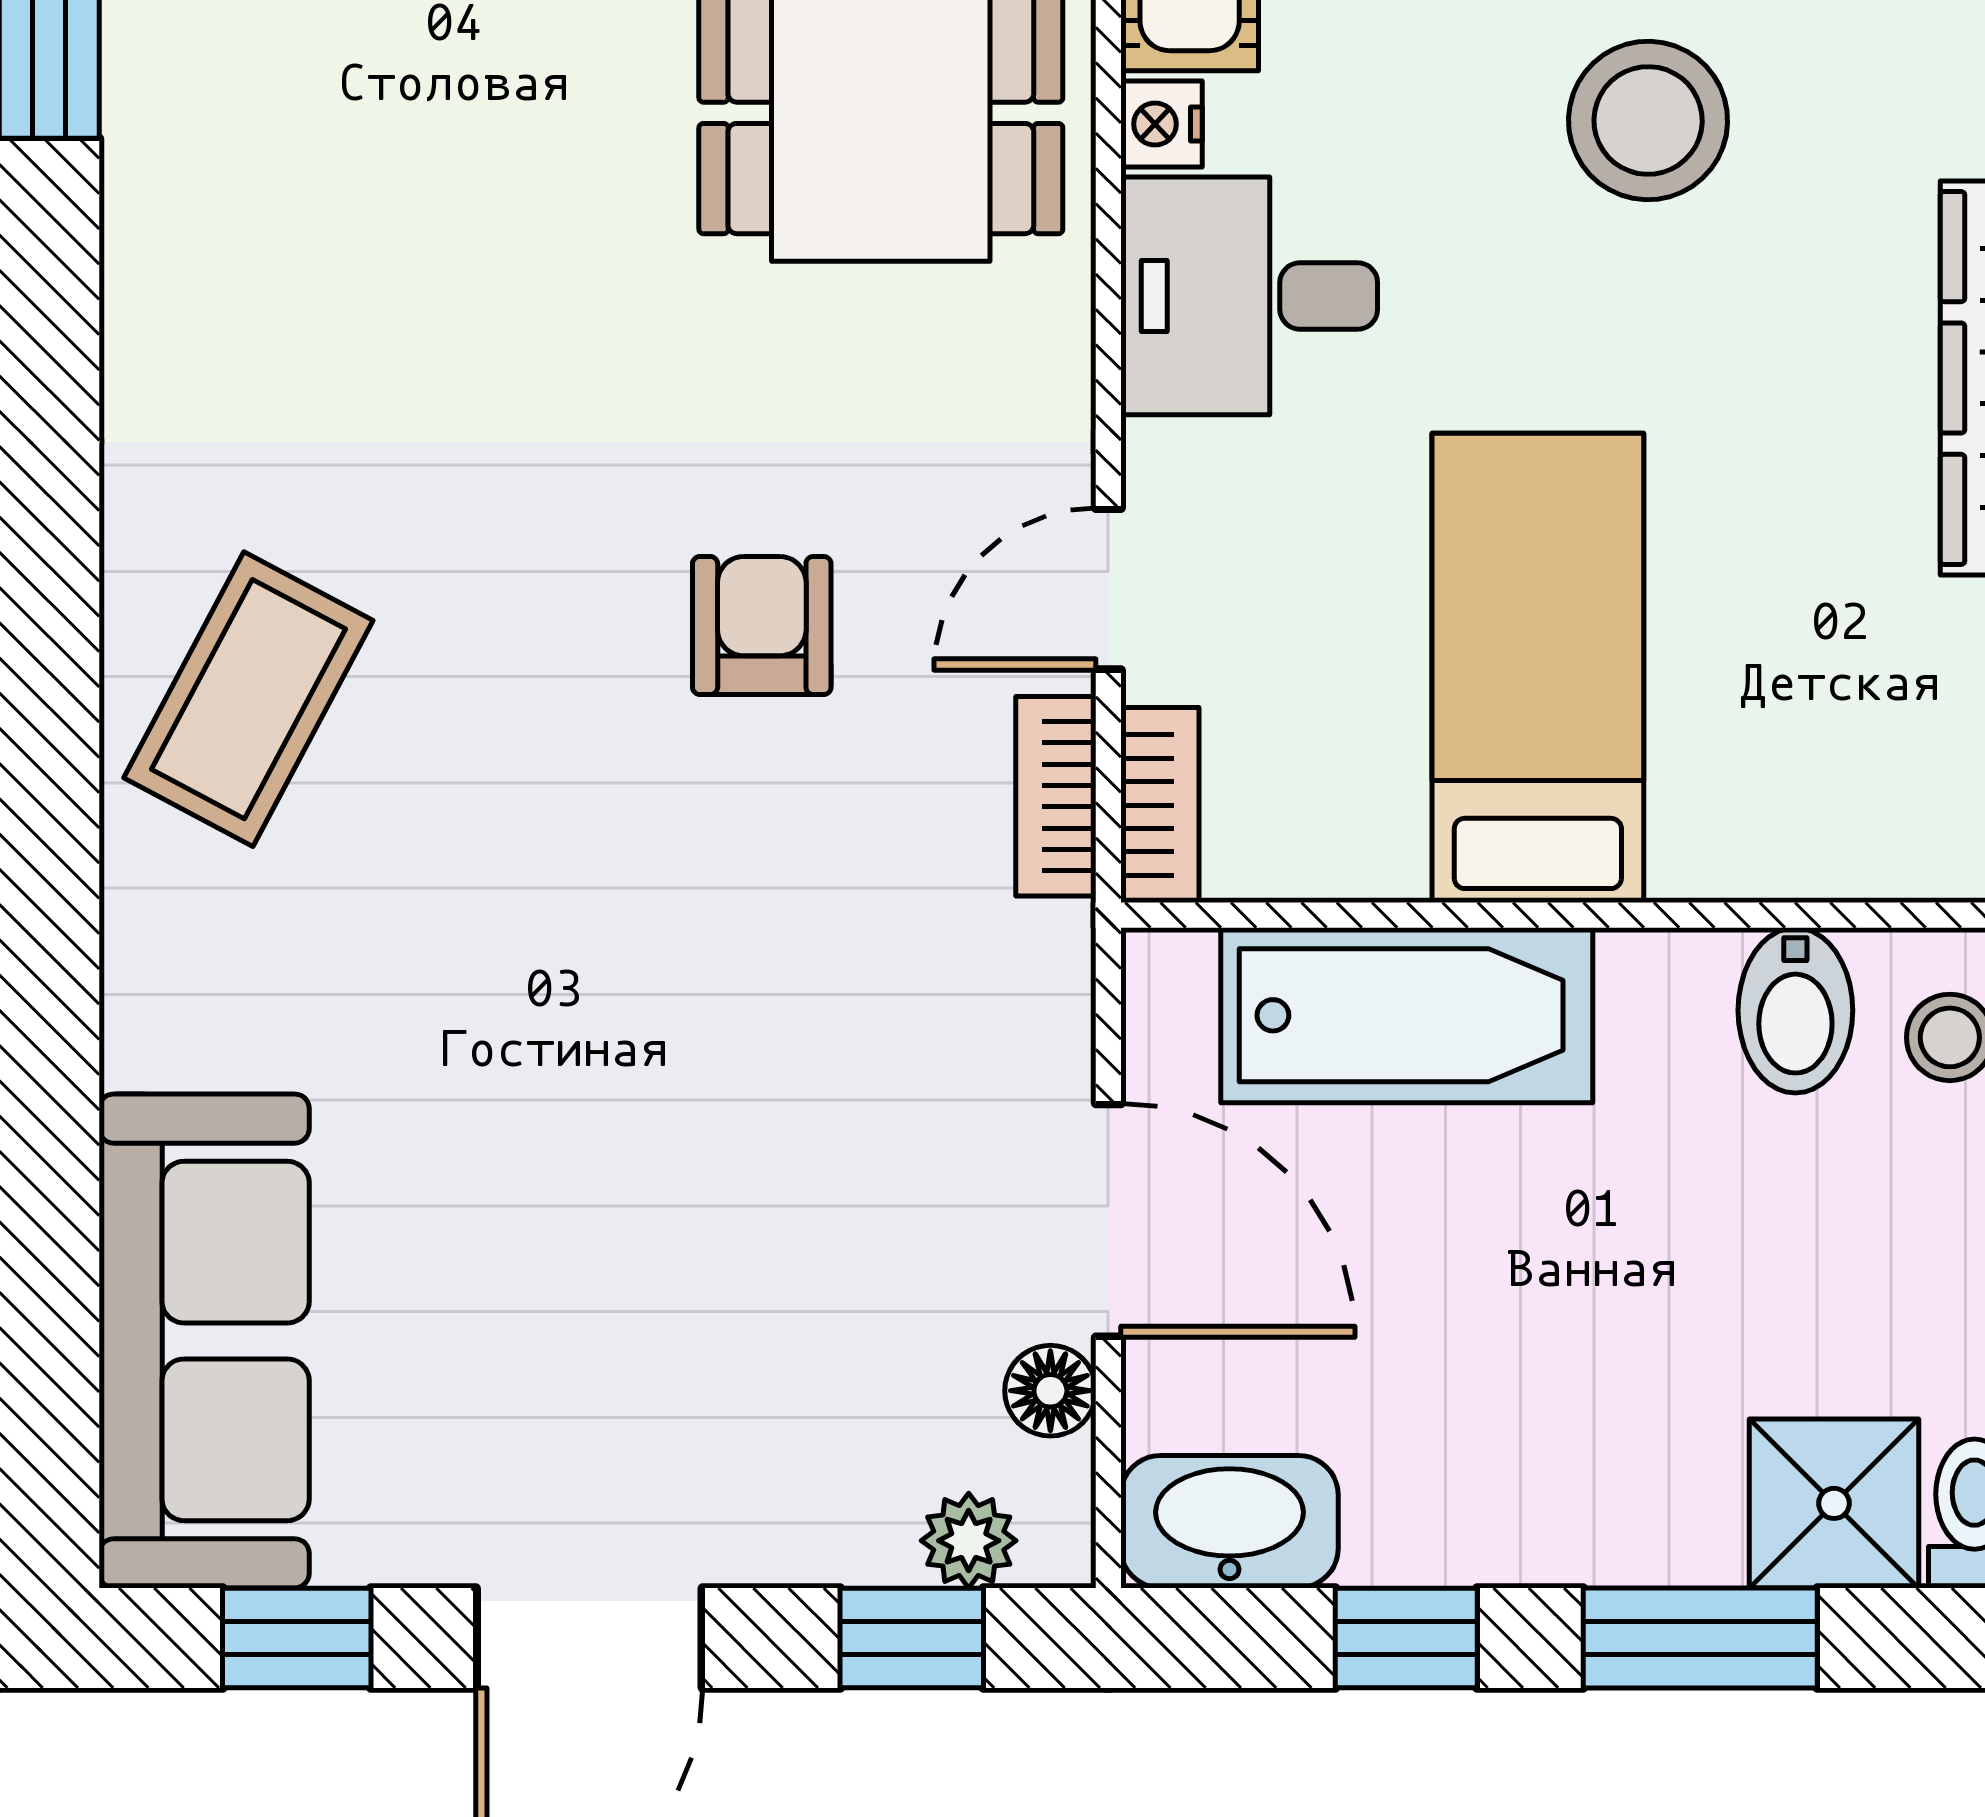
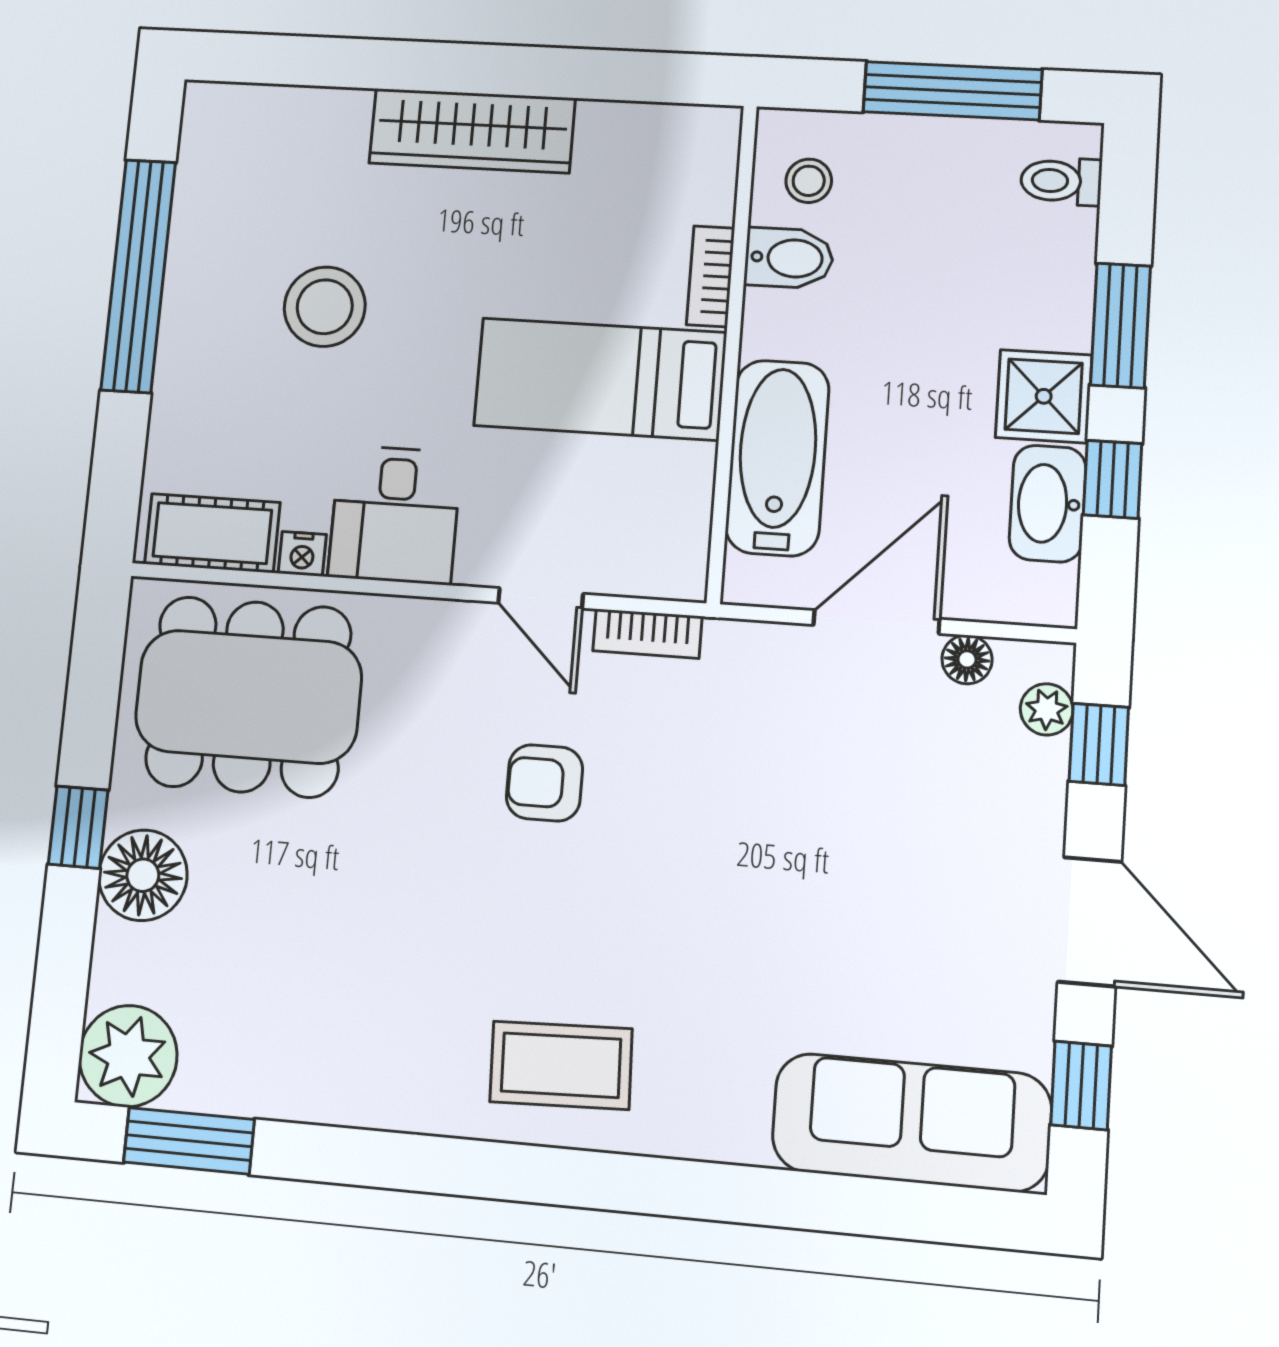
coffee table: (248, 699) -> (561, 1065), turned -30
bookcase: (1160, 805) -> (711, 276), moved, turned -90
shower: (1834, 1503) -> (1044, 396), moved
washbasin: (1229, 1522) -> (1048, 504), moved

